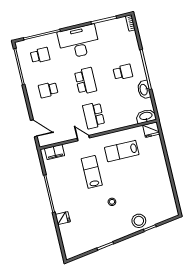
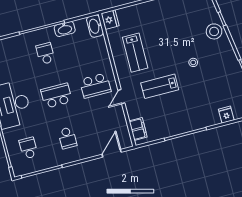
fridge: (63, 218) -> (226, 115), moved

